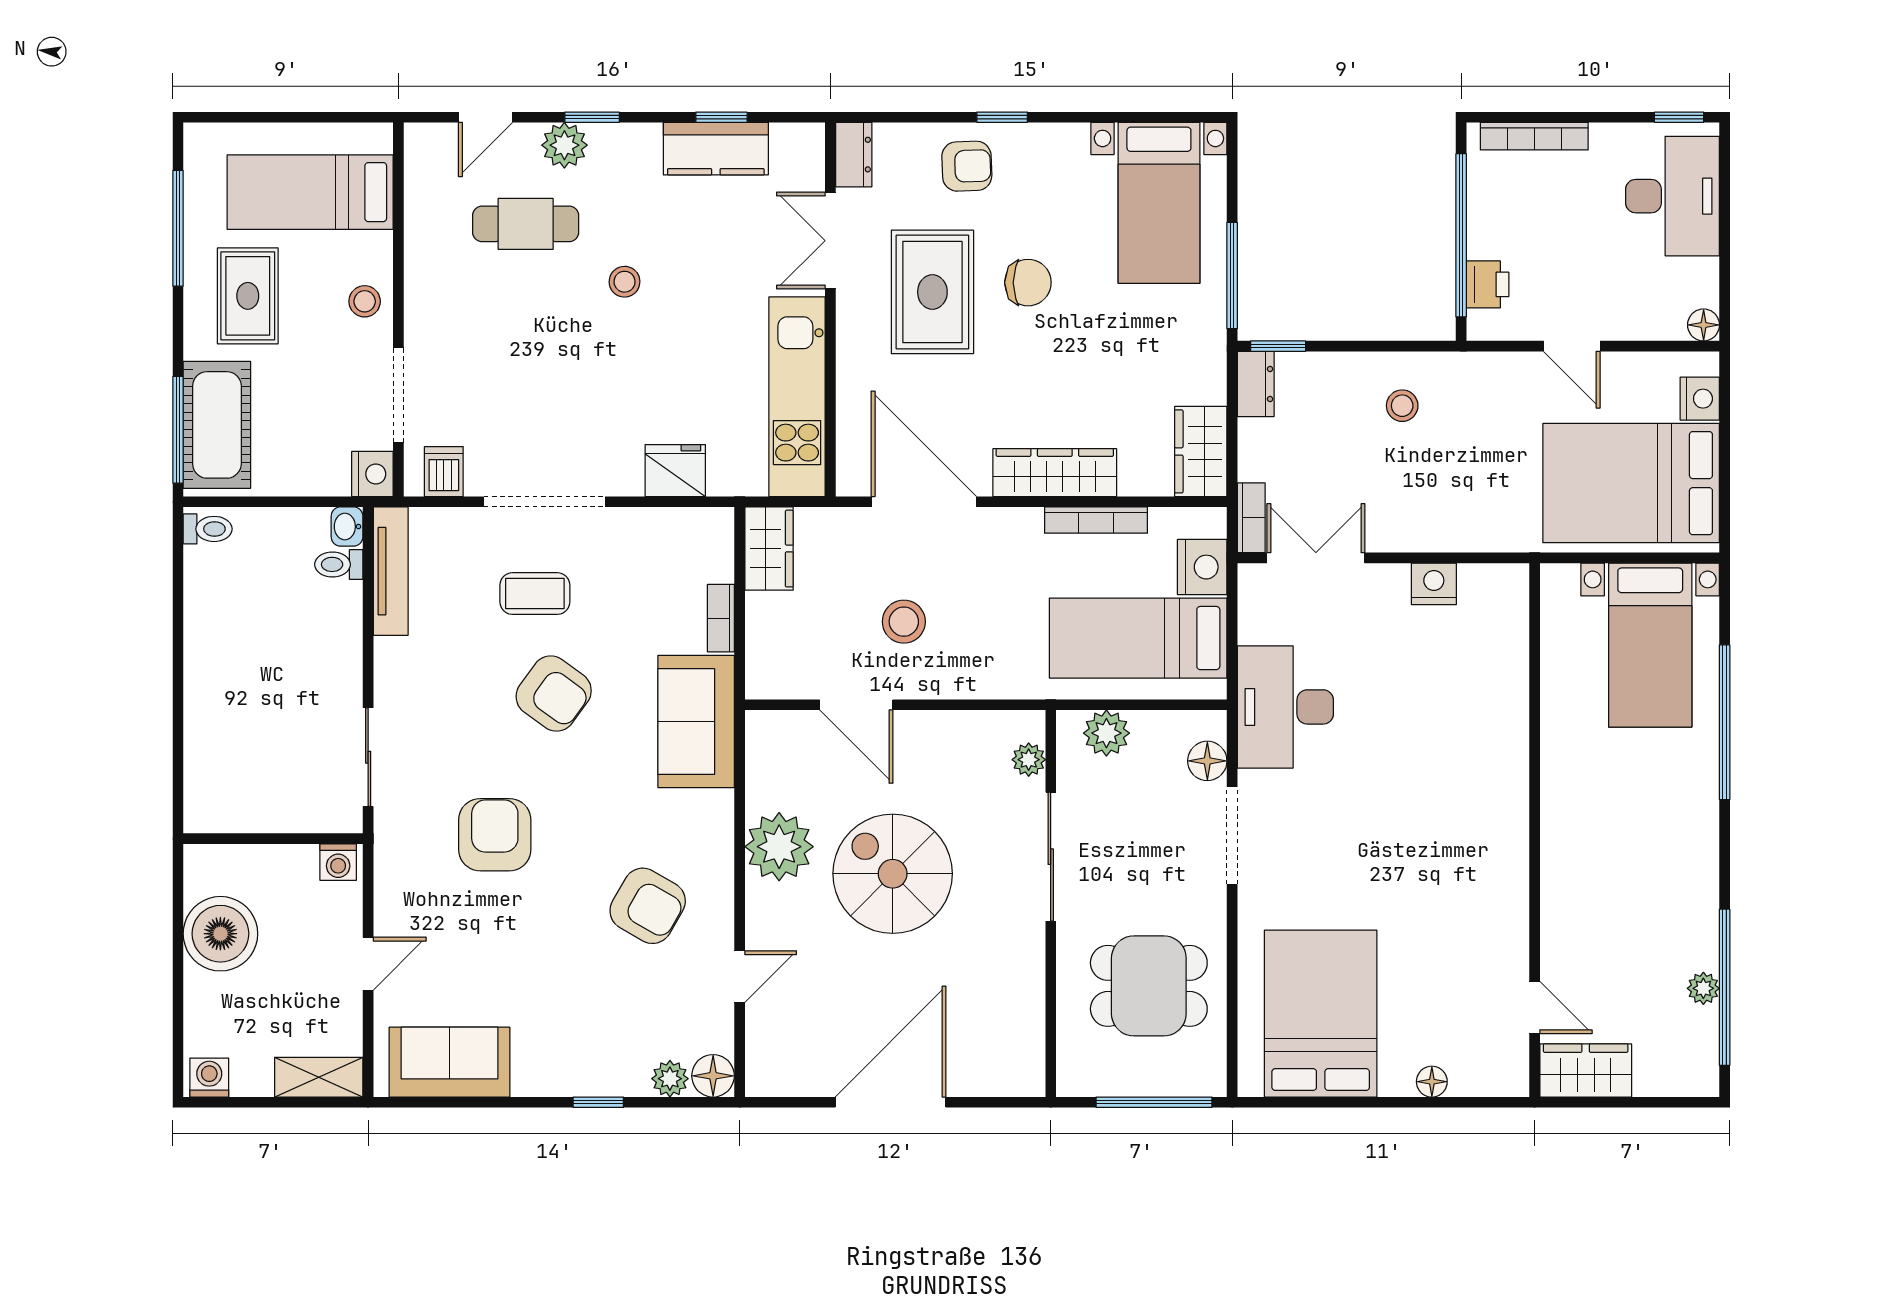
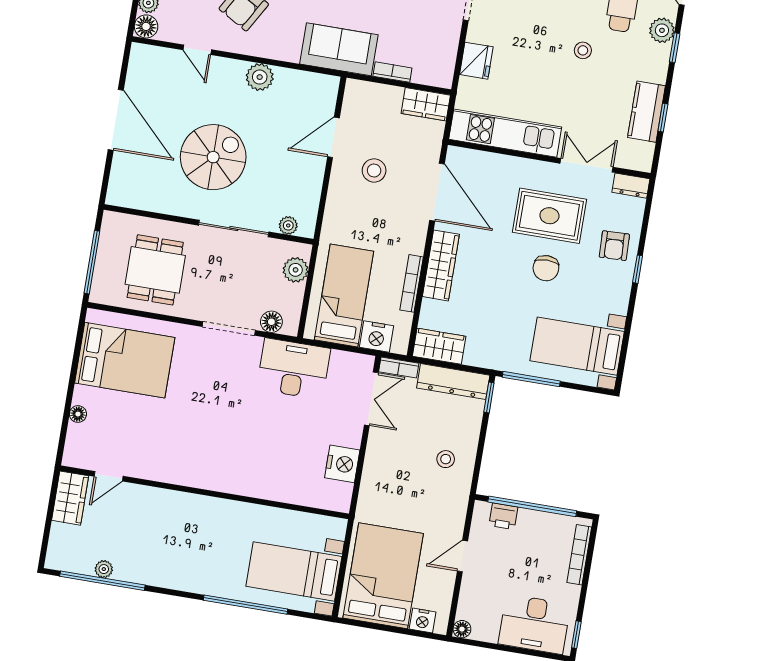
dresser: (1256, 384) -> (453, 382), width x1.96, depth x1.24
door: (924, 502) -> (437, 192), hinge flipped
nightstand: (1434, 584) -> (342, 464), width x1.36, depth x1.33
plant: (779, 847) -> (260, 77), width x0.73, depth x0.73
spiral stairs: (893, 874) -> (213, 157), moved

